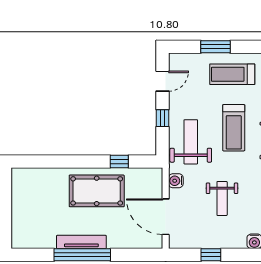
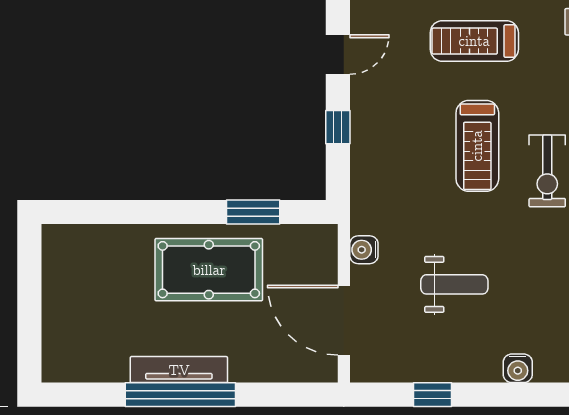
weight bench: (191, 142) -> (393, 174), removed
window: (119, 162) -> (253, 212), width x1.50
weight bench: (222, 198) -> (454, 284), turned -90

